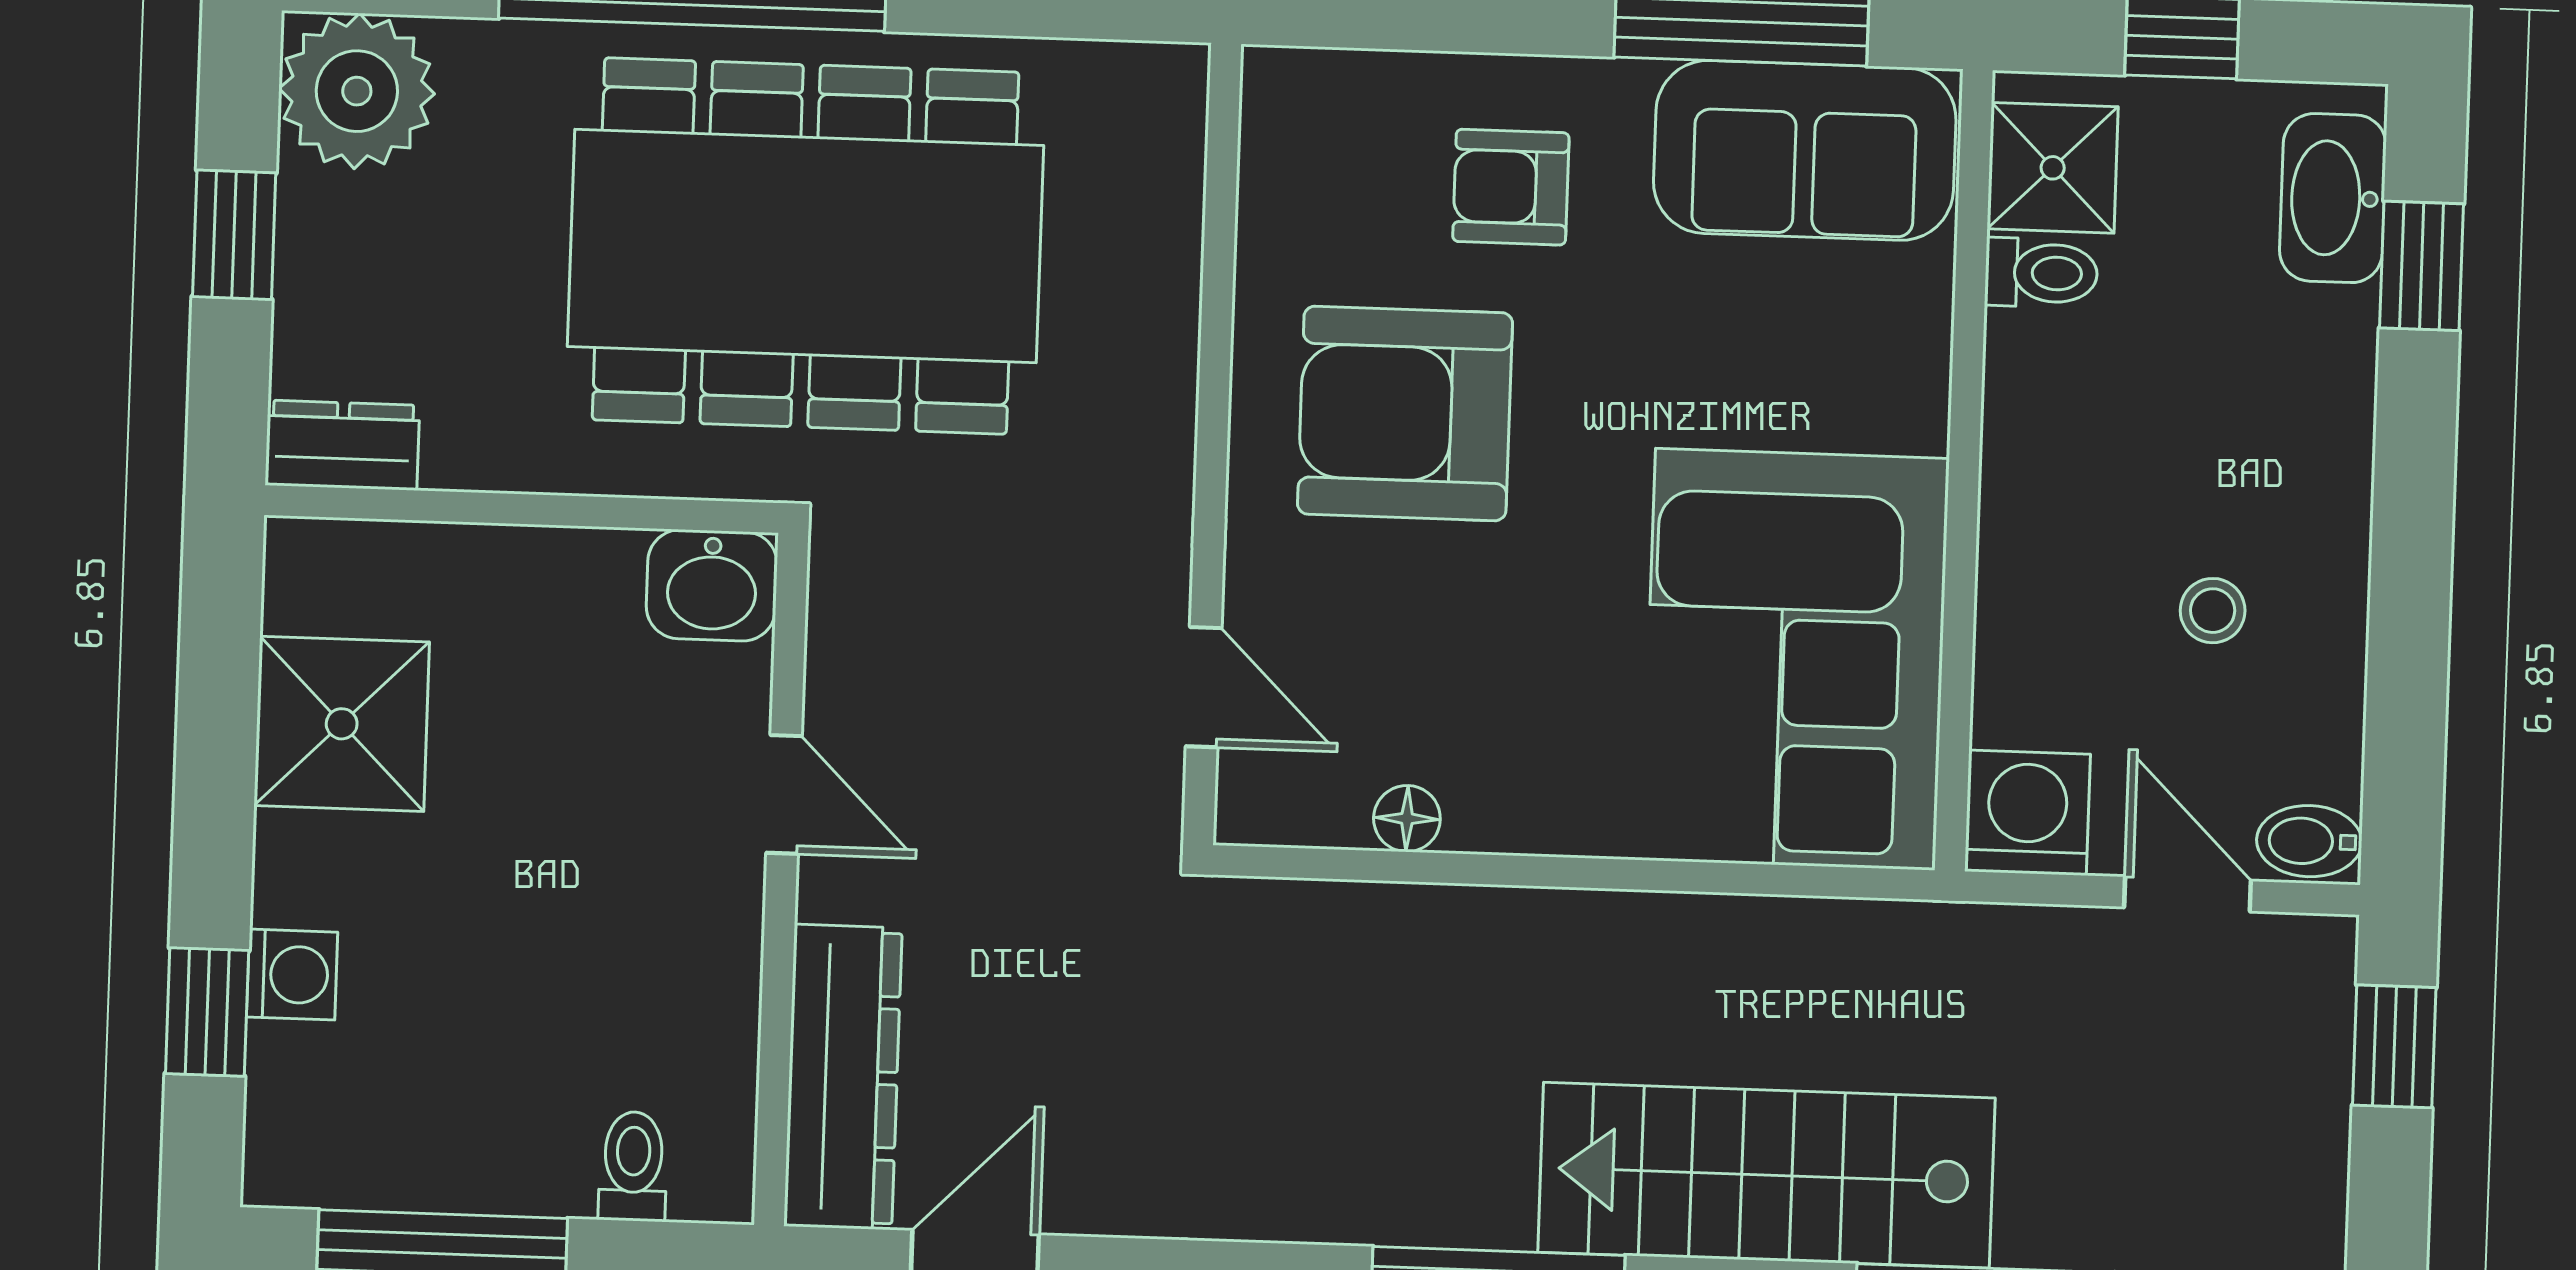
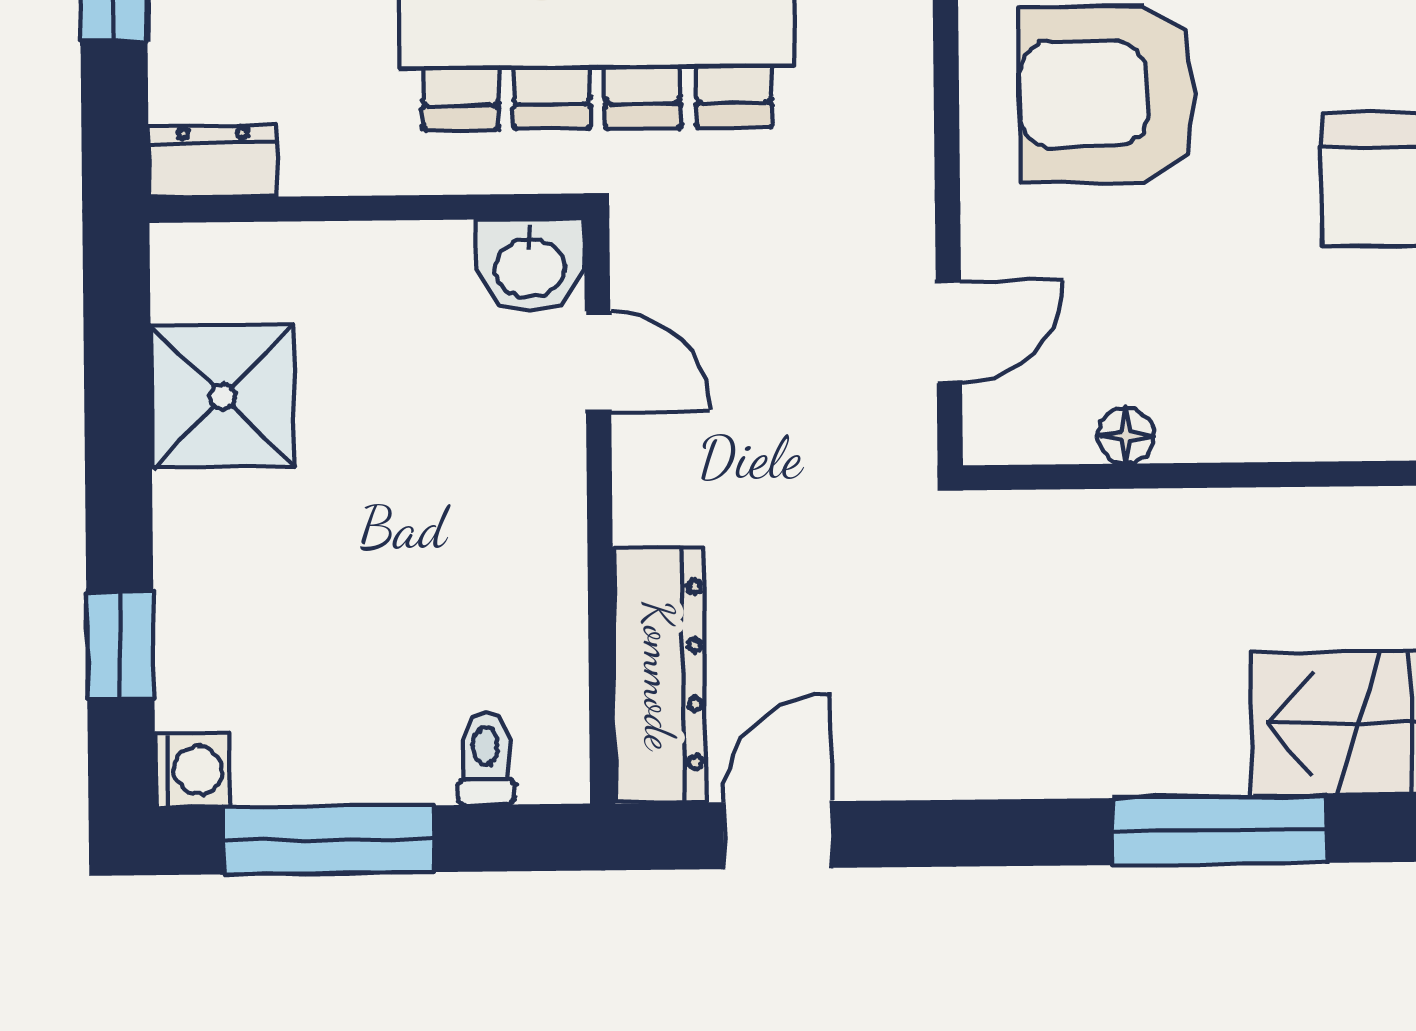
door: (1204, 687) -> (949, 332), hinge flipped
door: (784, 794) -> (598, 362), moved
washing machine: (292, 975) -> (192, 771), moved

